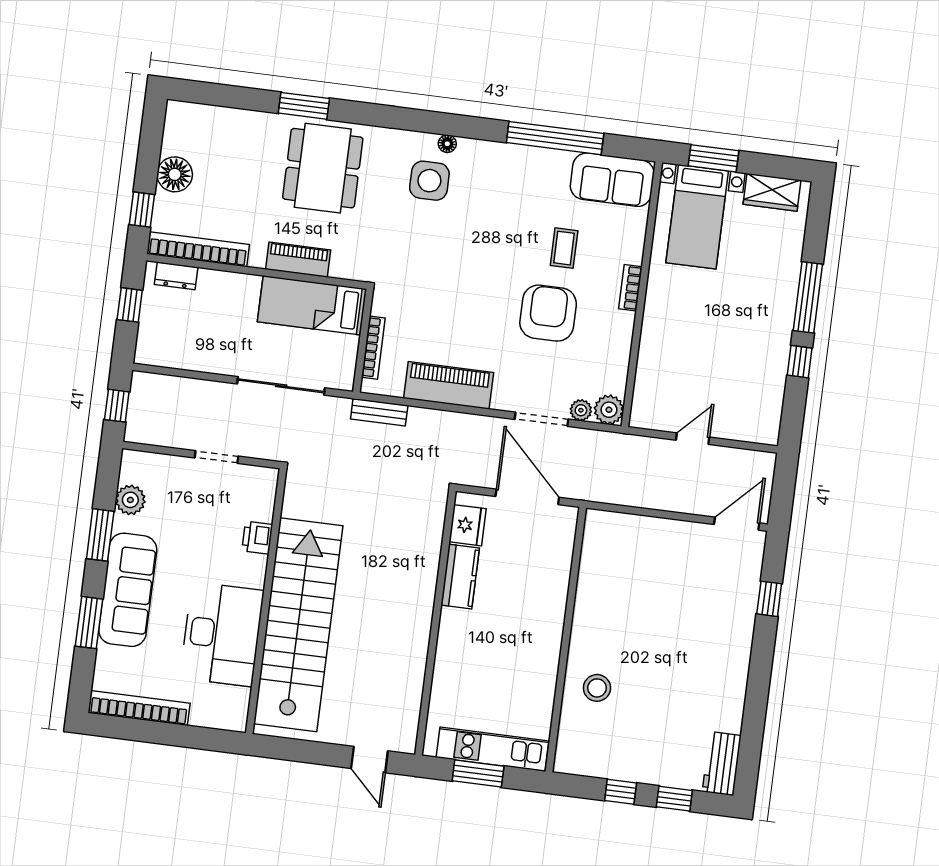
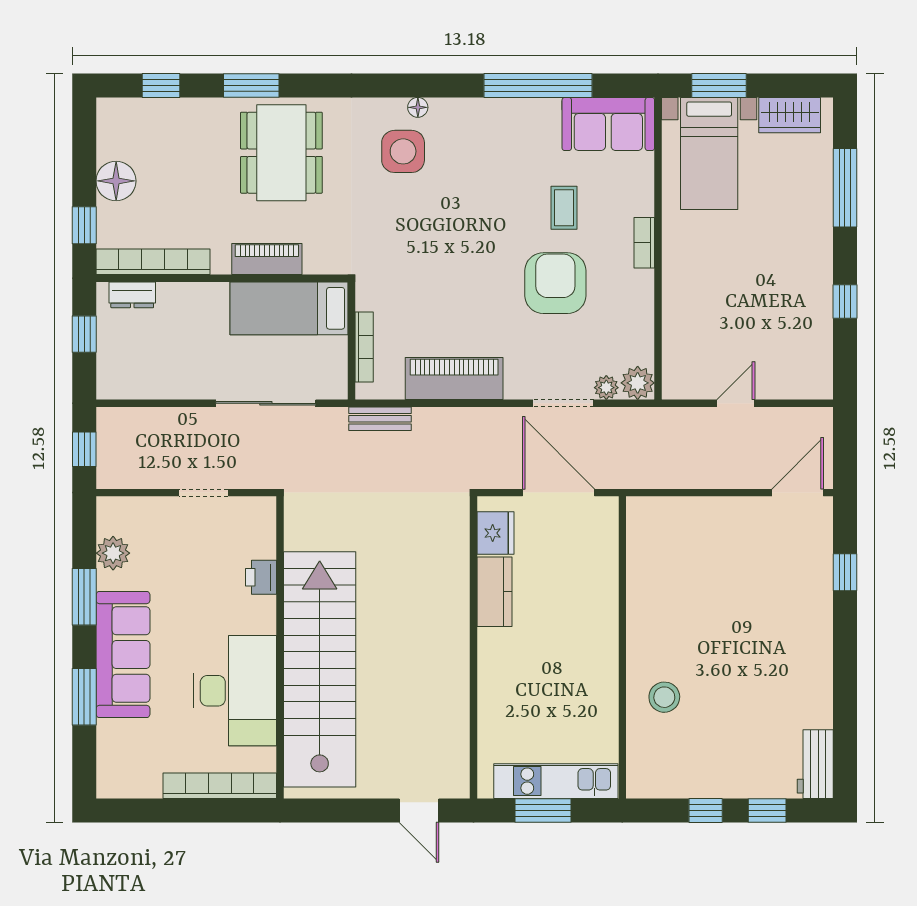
window: (225, 96) -> (161, 85), added
window: (808, 297) -> (845, 188), moved
bookcase: (139, 708) -> (220, 786), moved

